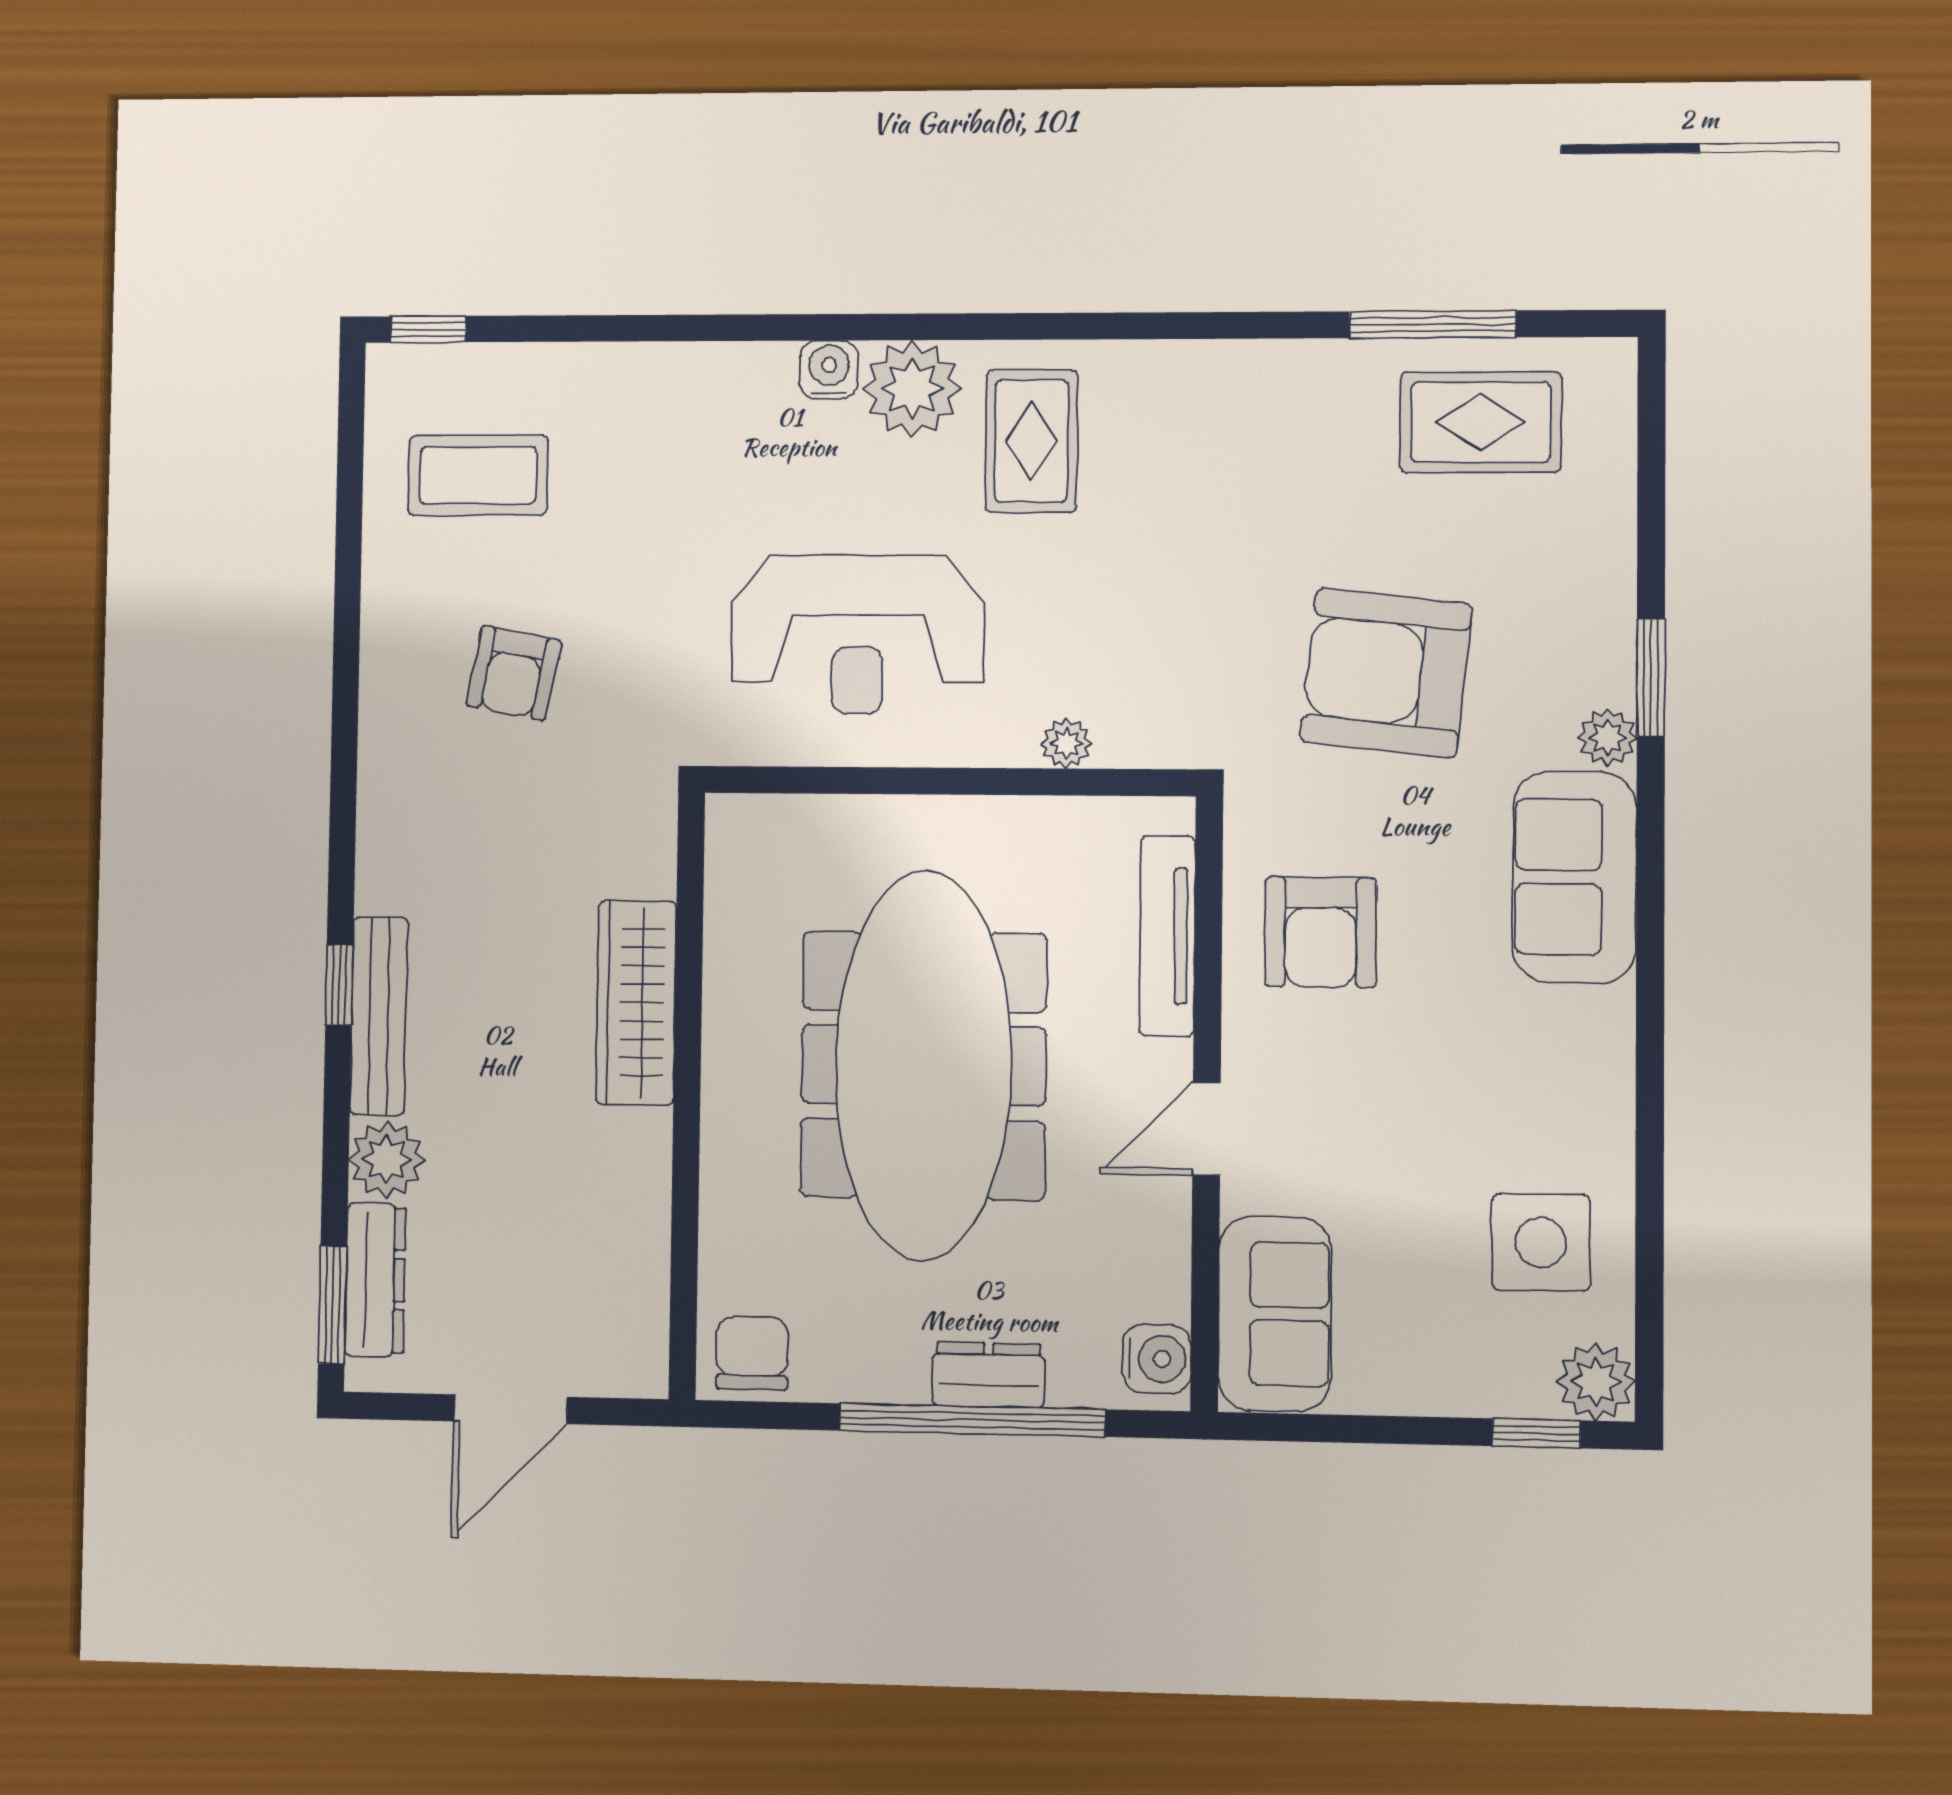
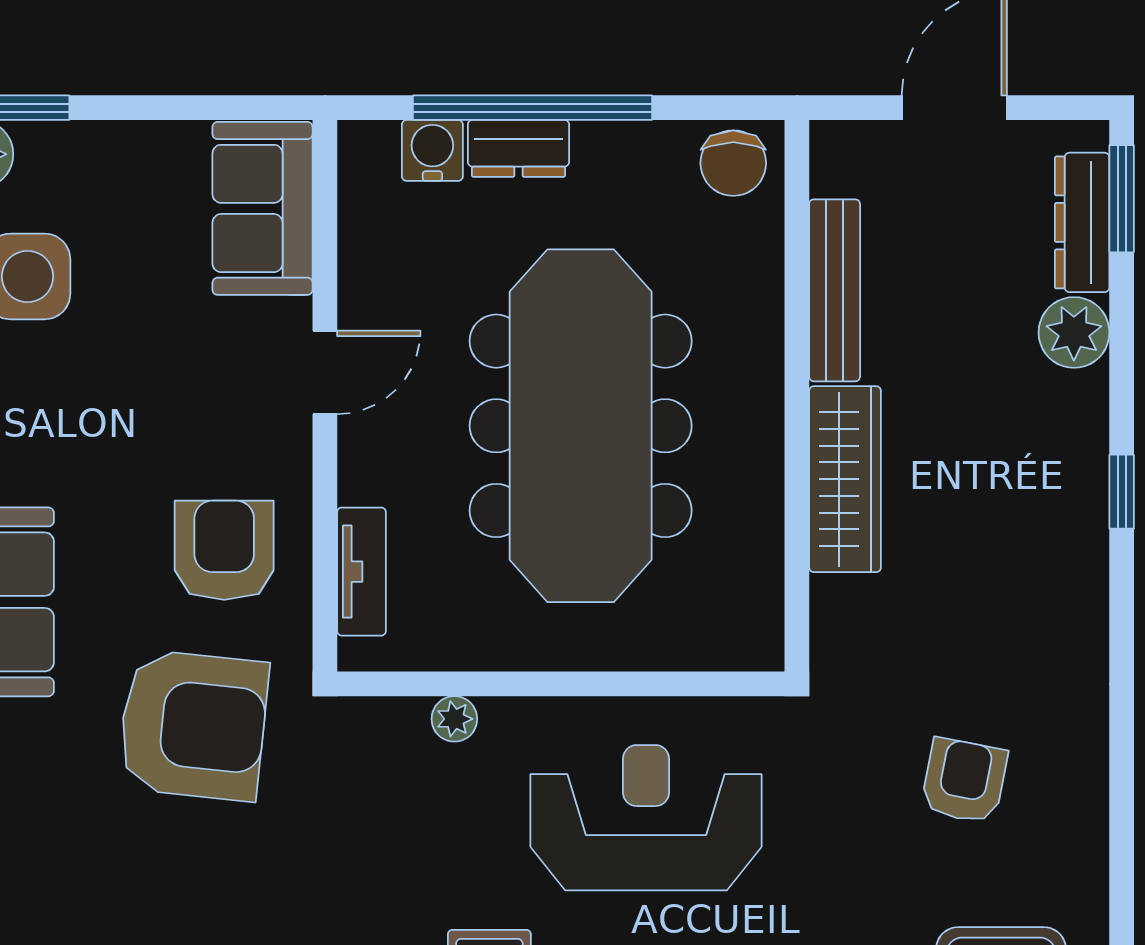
armchair: (1386, 673) -> (193, 725), moved
tv unit: (1167, 936) -> (362, 572), width x0.71
bench: (379, 1016) -> (835, 290), moved
water cooler: (1157, 1359) -> (432, 150), moved, turned 90

